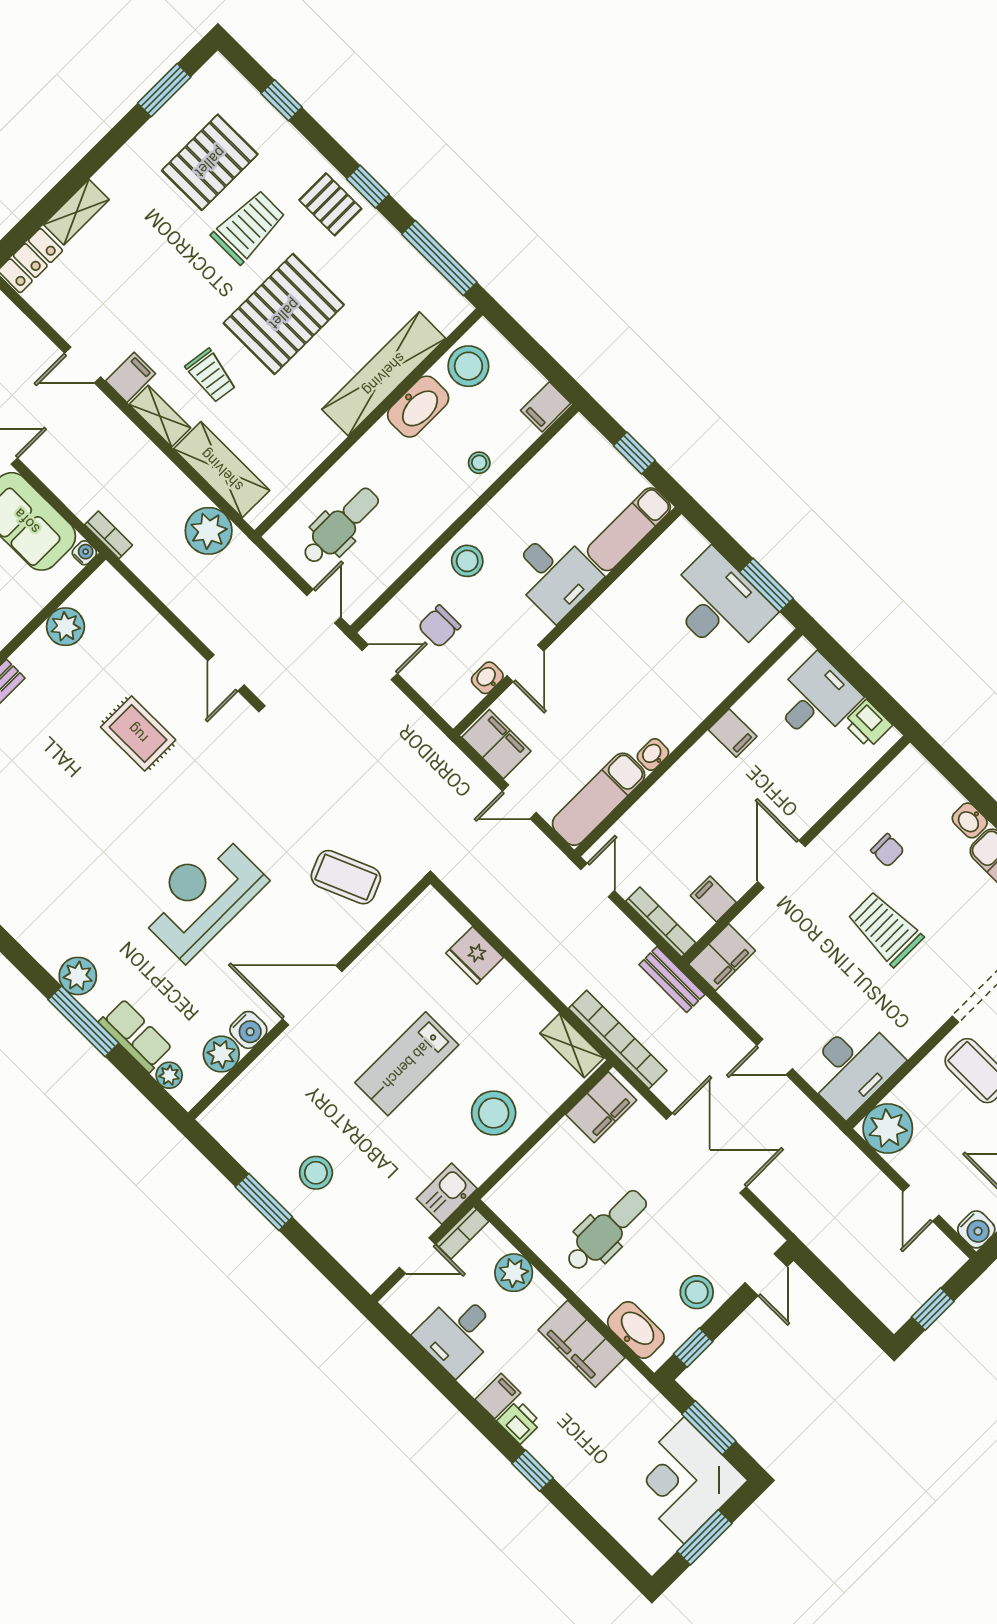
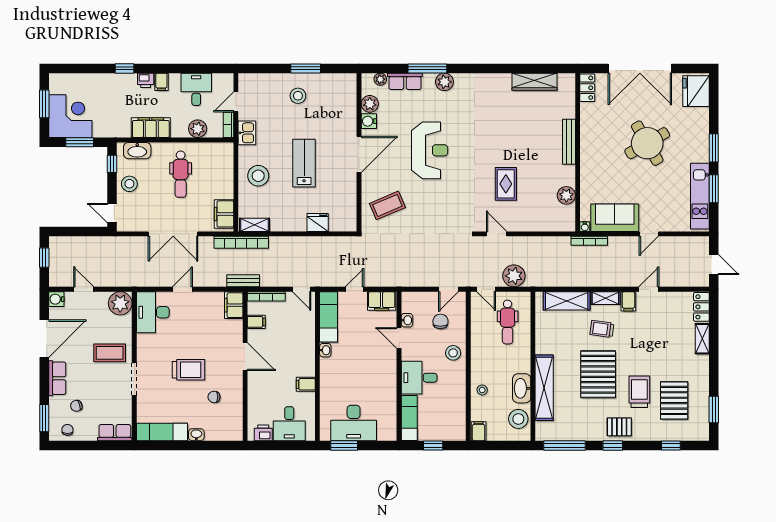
trolley: (249, 227) -> (639, 392), turned 180
plant: (209, 531) -> (514, 276), moved
bookcase: (109, 535) -> (589, 241), width x1.56
rug: (138, 733) -> (506, 184), turned 90

